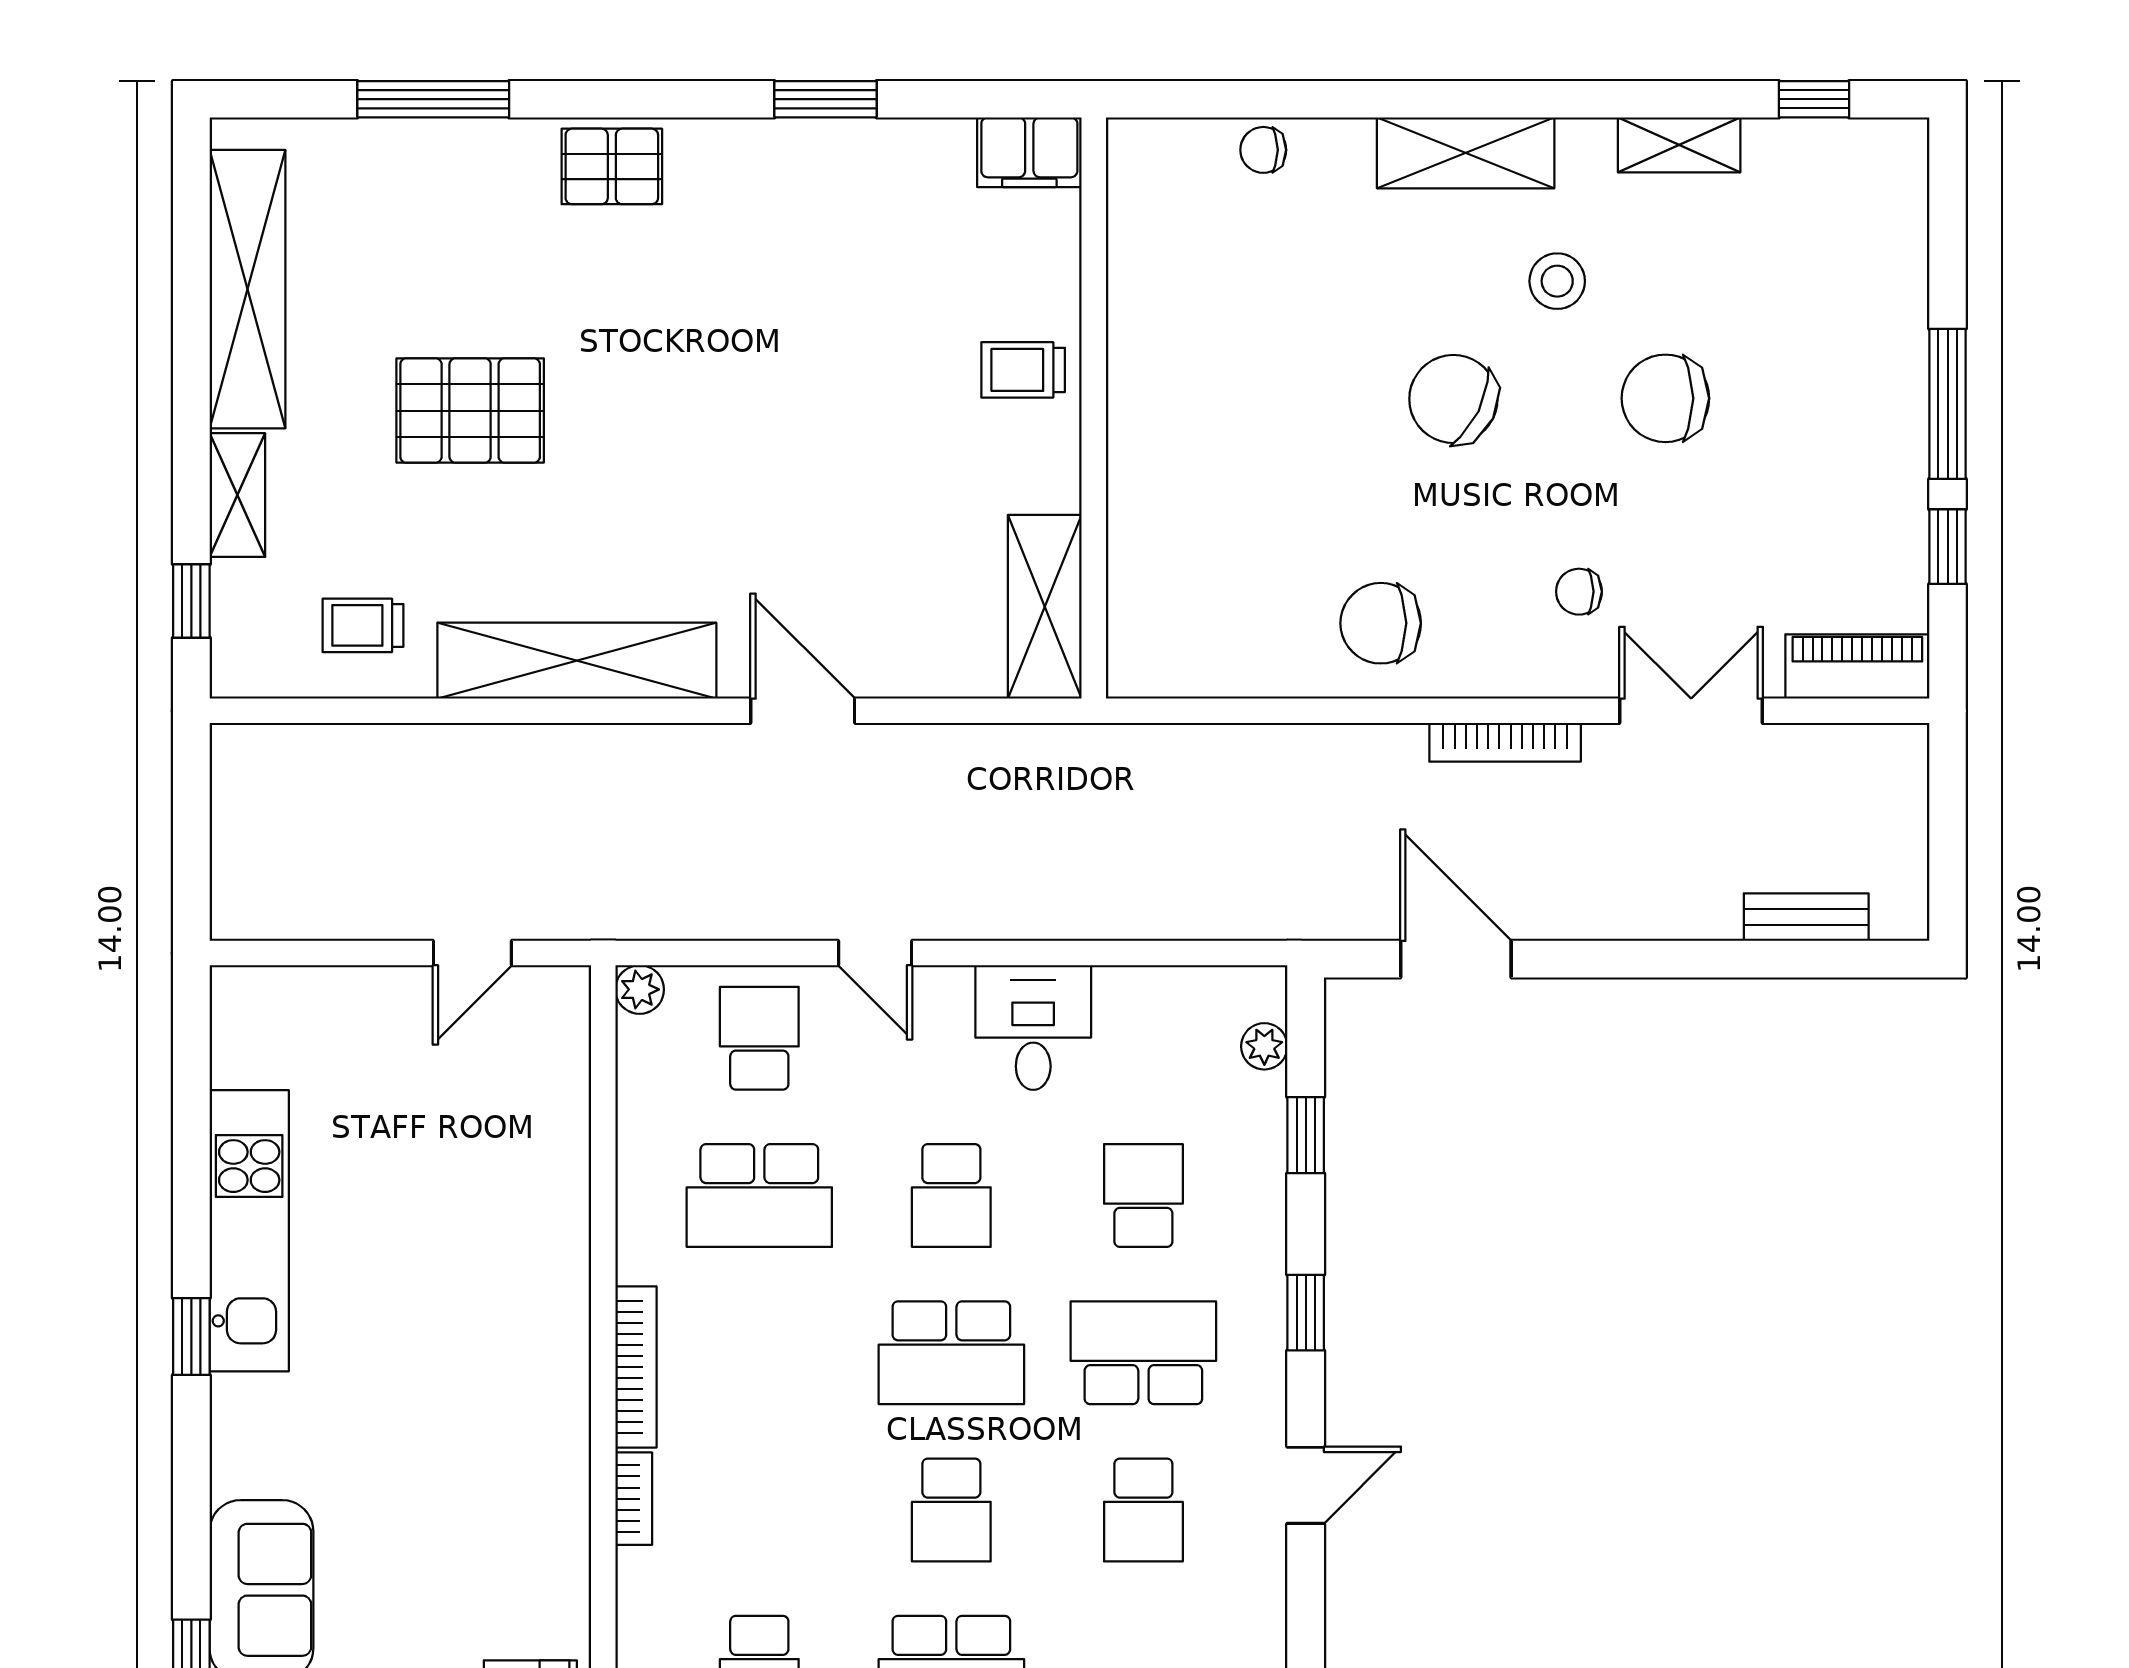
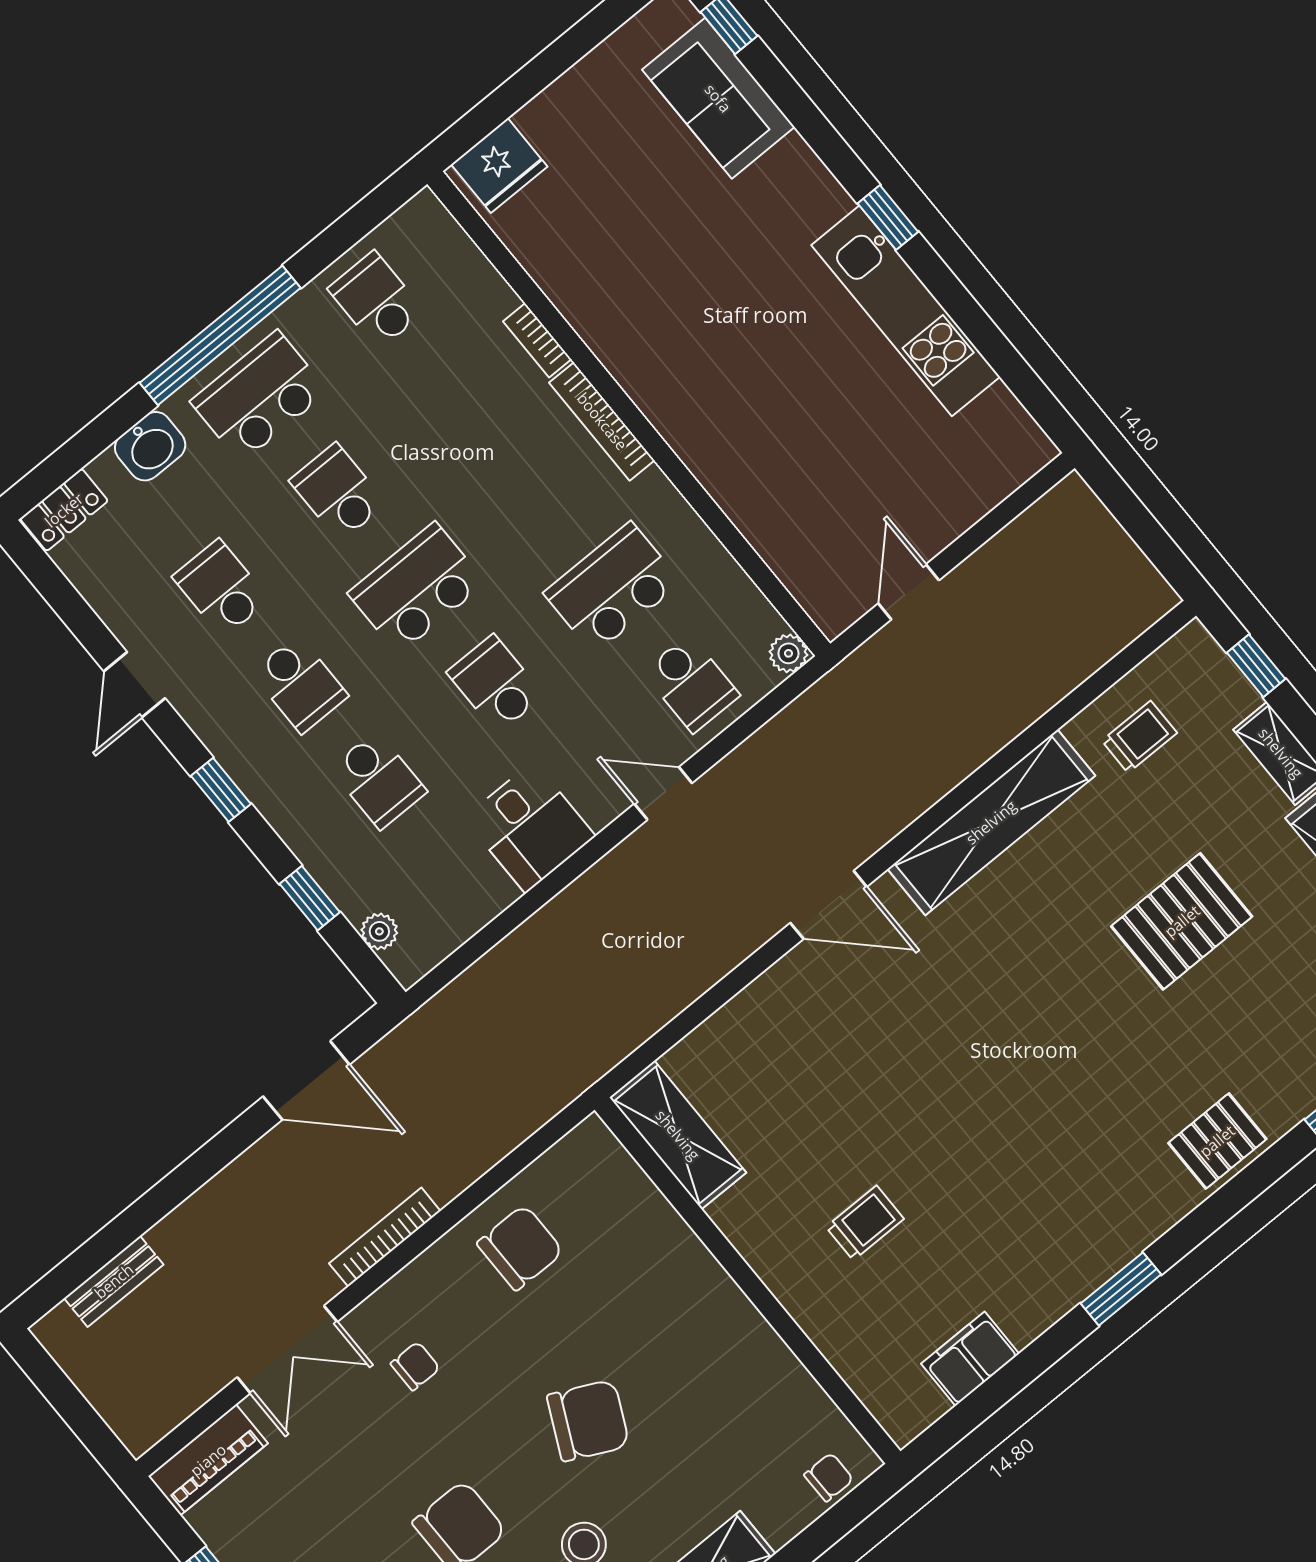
wall: (1094, 408) -> (747, 1280), moved
shelving: (1045, 607) -> (678, 1135), moved
school desk: (1143, 1353) -> (300, 684), width x0.54

